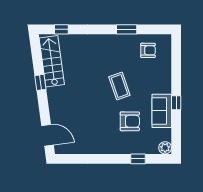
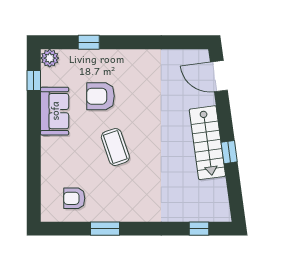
stairs: (52, 61) -> (207, 143), moved
window: (176, 103) -> (34, 80), moved

